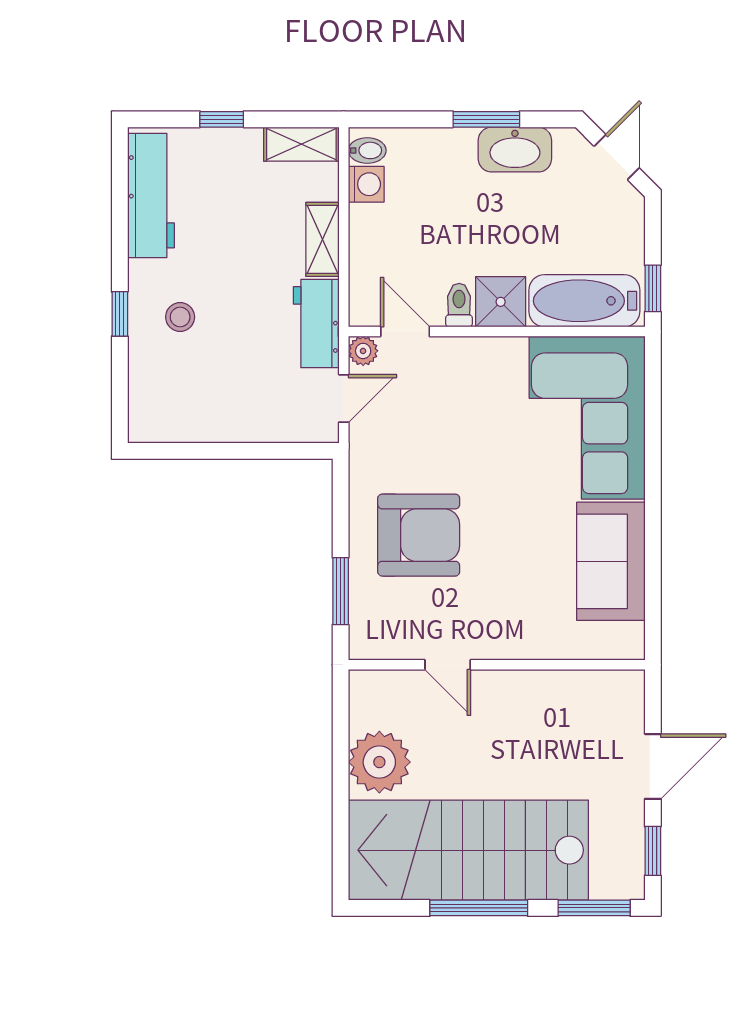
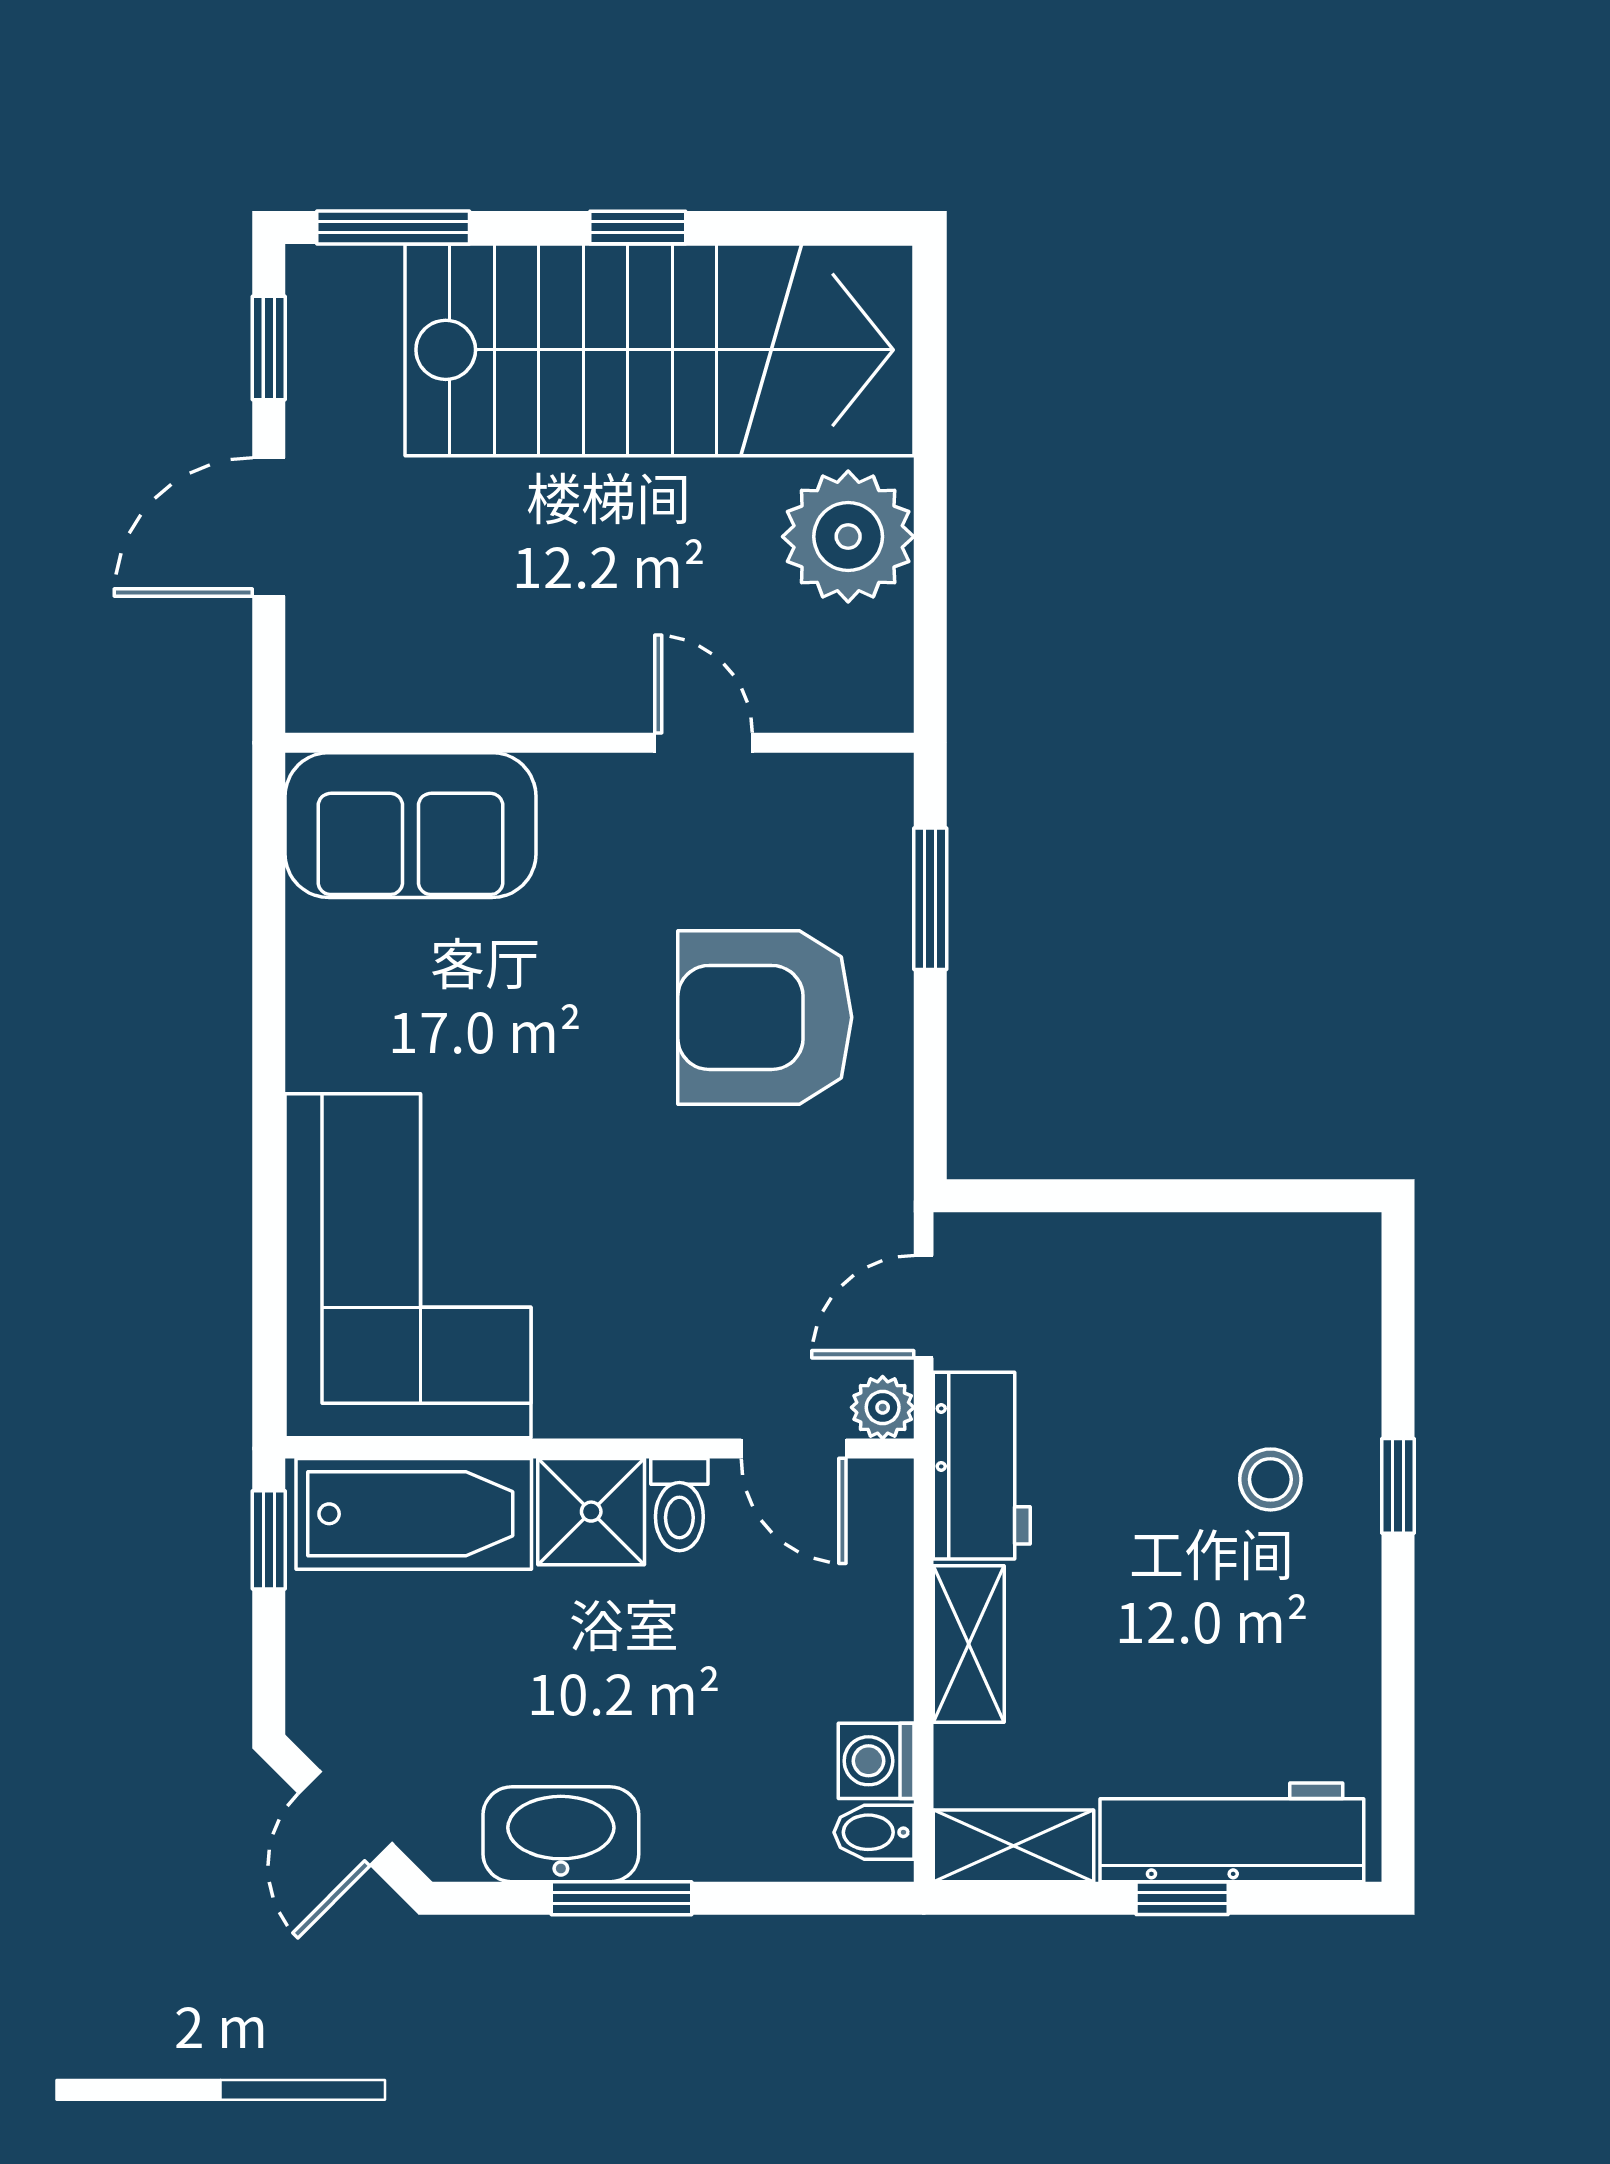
workbench: (151, 196) -> (1232, 1832), moved, turned 90
sofa: (611, 561) -> (411, 825), moved, turned 90
window: (479, 908) -> (638, 227), width x0.46

